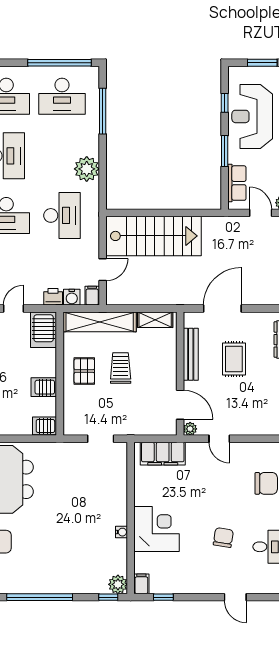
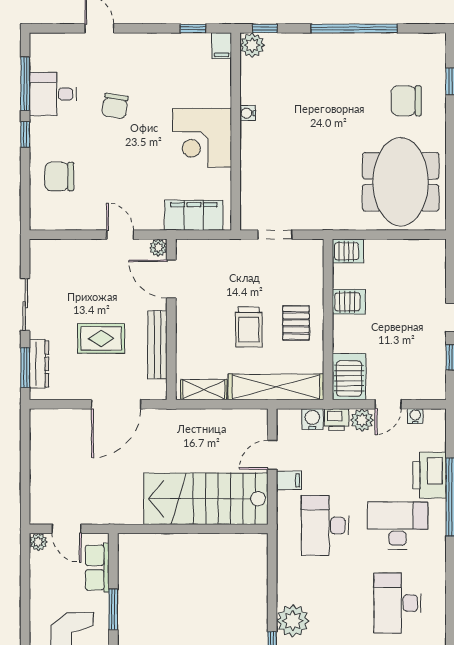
plant: (87, 169) -> (293, 621), moved
plant: (34, 296) -> (362, 420), added
filing cabinet: (92, 296) -> (289, 480), moved, turned -90
rug: (234, 359) -> (101, 338), turned 90
corner desk: (157, 529) -> (202, 138), moved

